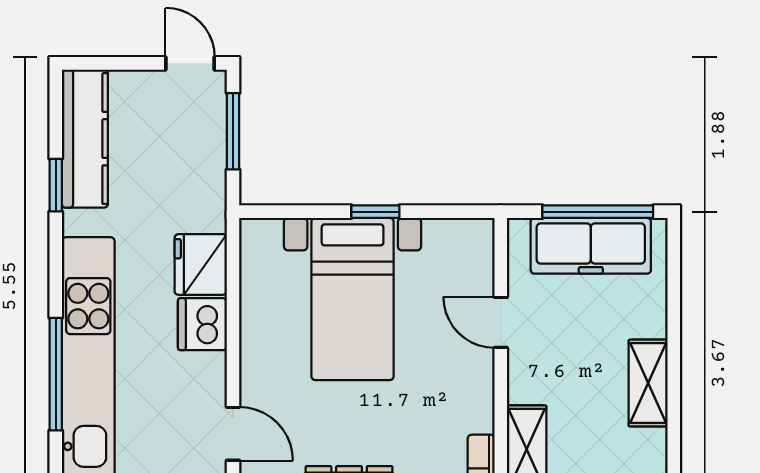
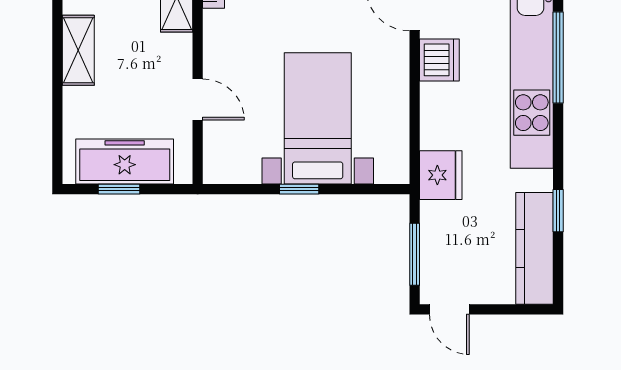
window: (598, 212) -> (119, 189), width x0.46
fridge: (201, 264) -> (441, 175), moved
dishwasher: (202, 324) -> (439, 60), moved

